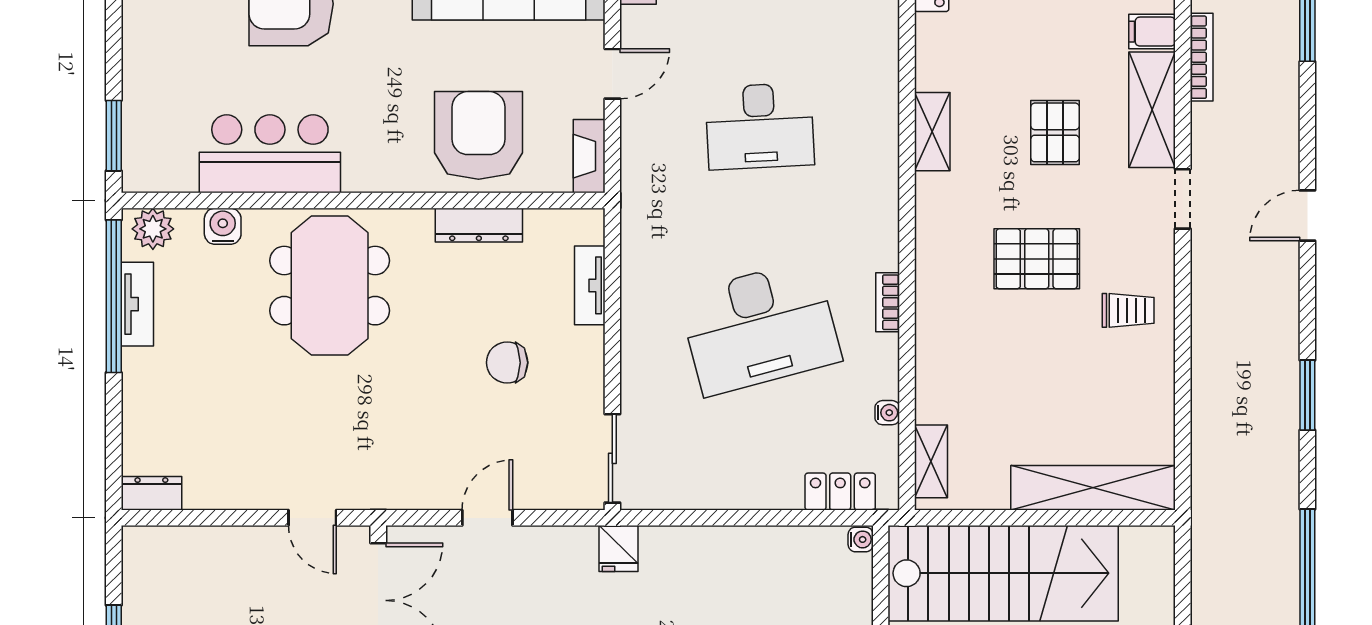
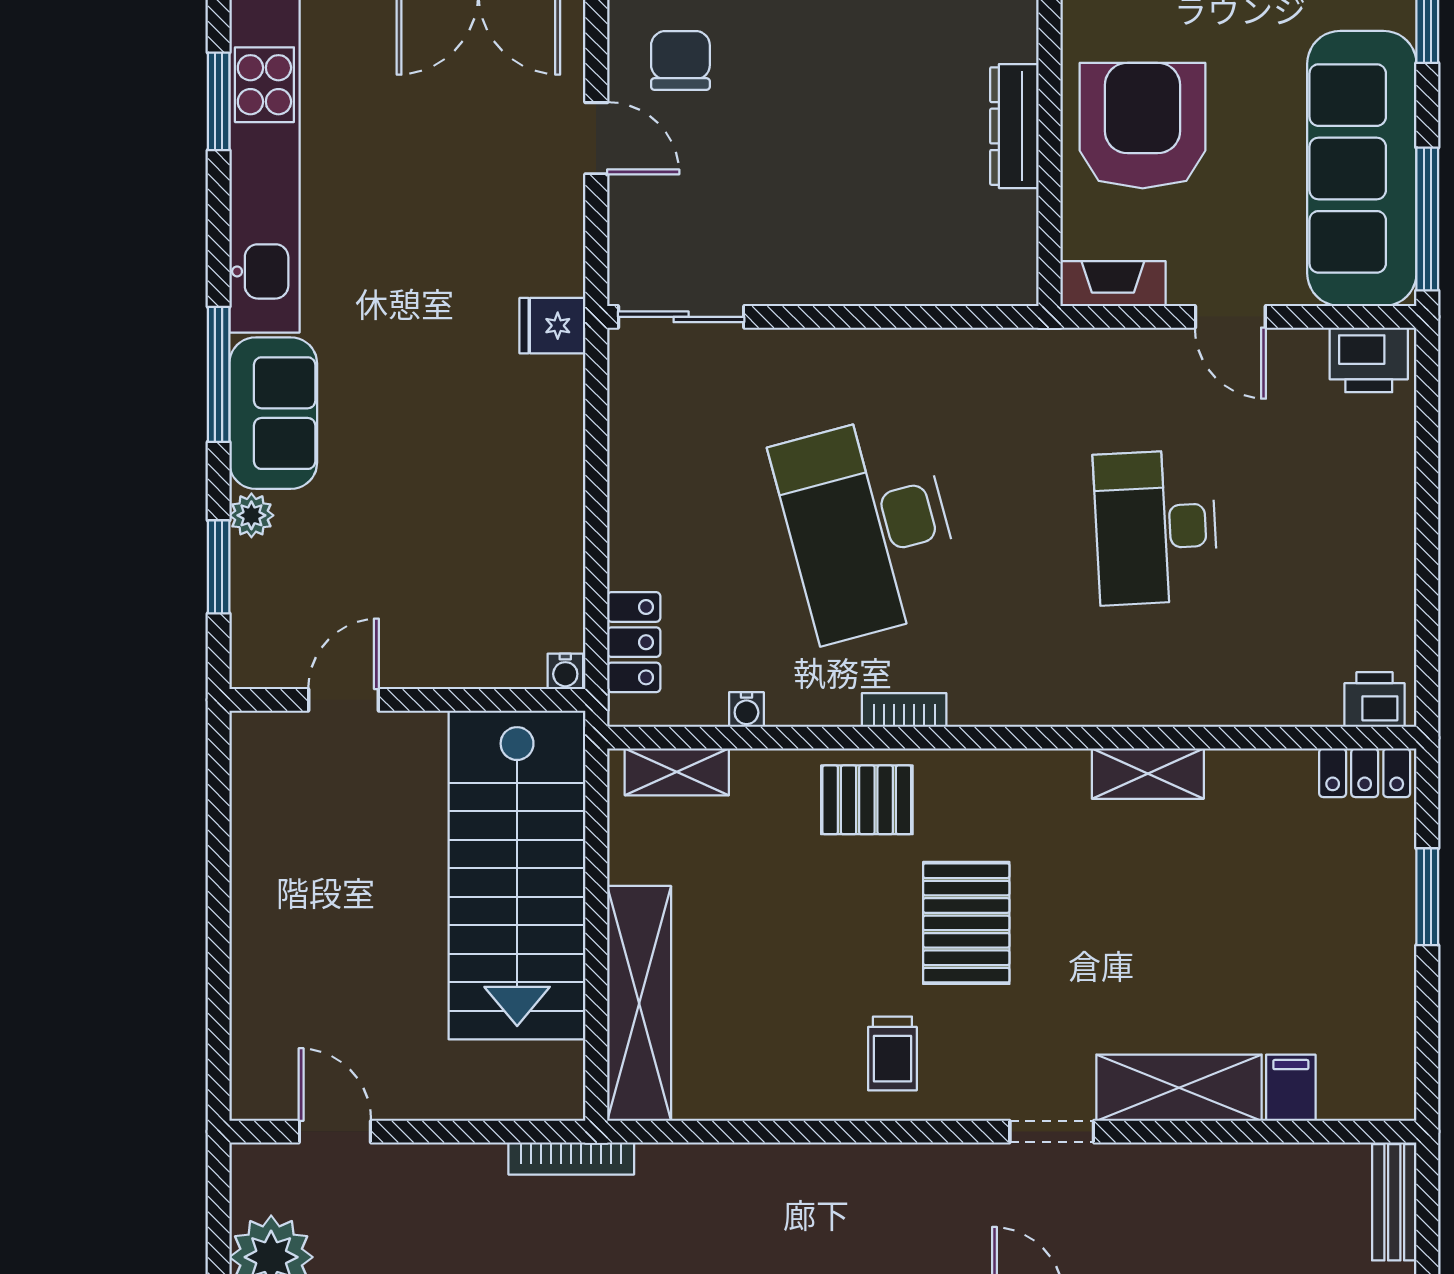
bookcase: (1202, 57) -> (571, 1158), moved
pallet: (1055, 132) -> (867, 800), moved
armchair: (479, 135) -> (1143, 126), turned -90
tv unit: (590, 285) -> (928, 284), removed
chair: (507, 363) -> (680, 60), moved

